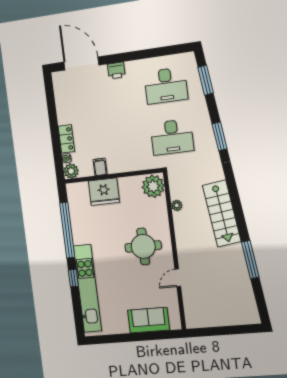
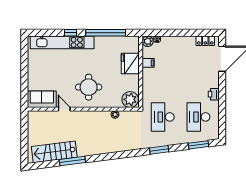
printer: (116, 70) -> (214, 94), moved
locker: (66, 139) -> (205, 41), moved
stairs: (222, 213) -> (54, 152), moved
sofa: (149, 320) -> (42, 99), moved, turned -90

